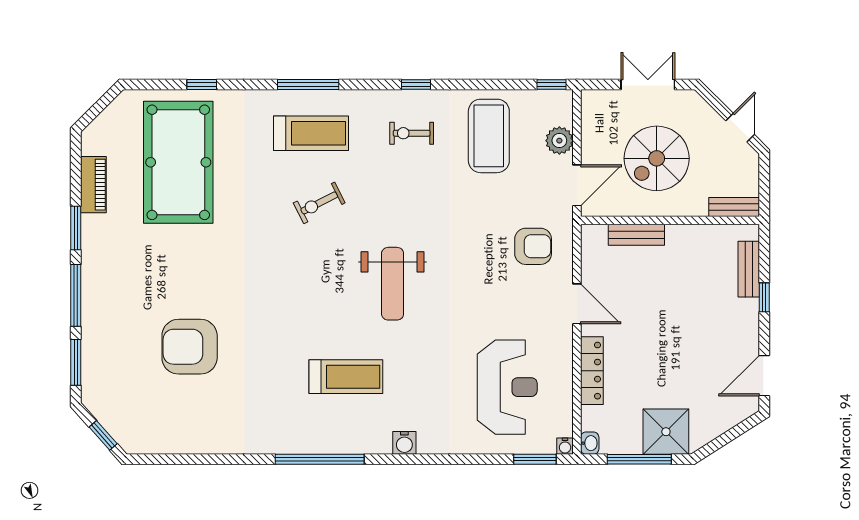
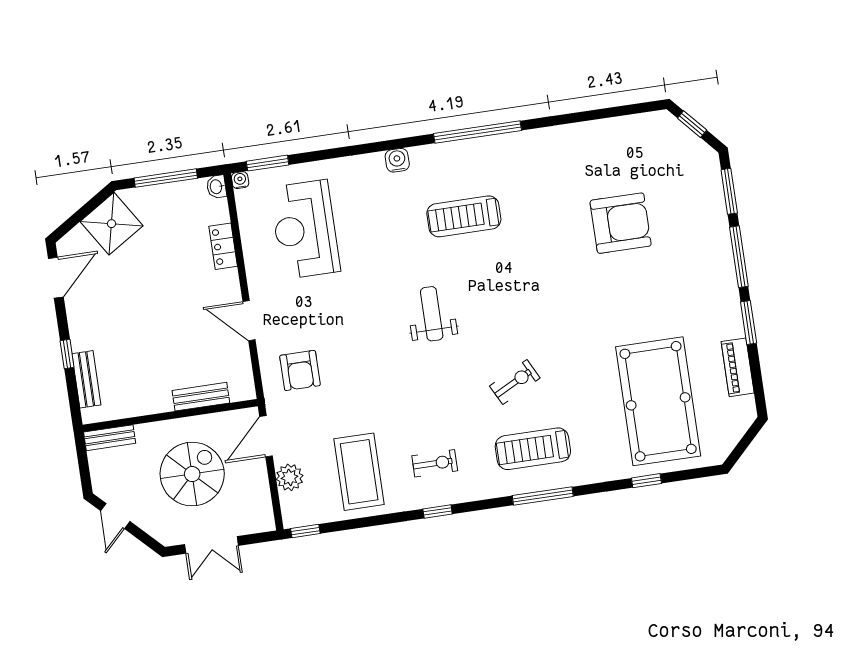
armchair: (533, 246) -> (300, 370), turned -90
weight bench: (393, 284) -> (432, 314), width x0.73, depth x0.75
locker: (592, 371) -> (223, 246), width x0.66
shower: (666, 432) -> (112, 224), moved, turned -32

